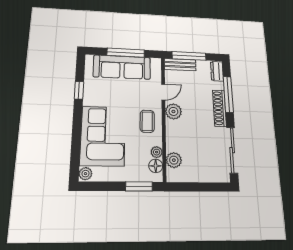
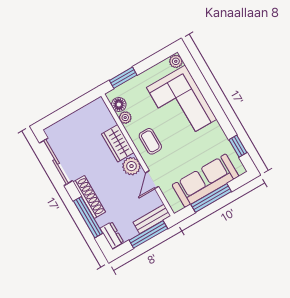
window: (79, 90) -> (238, 146), moved
wardrobe: (174, 135) -> (118, 143), added
plant: (174, 160) -> (105, 120), removed

